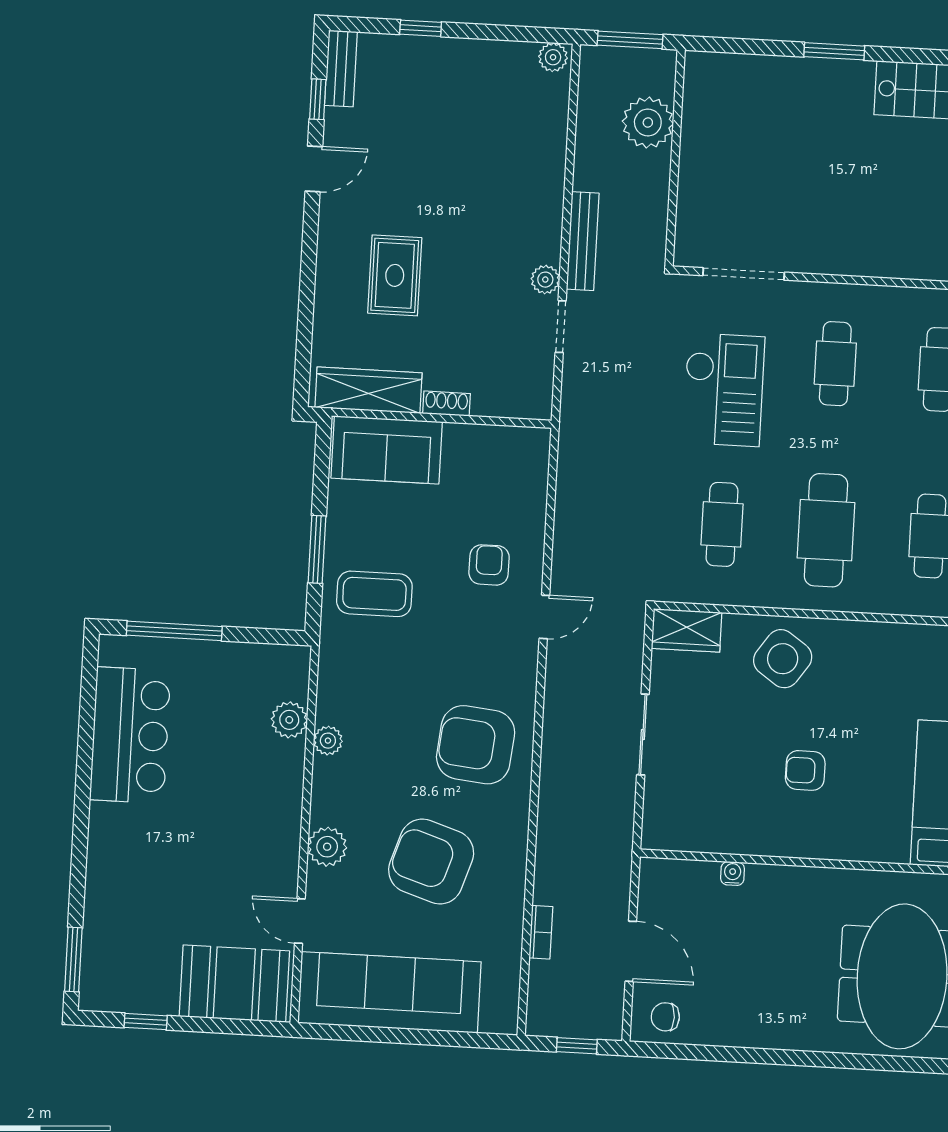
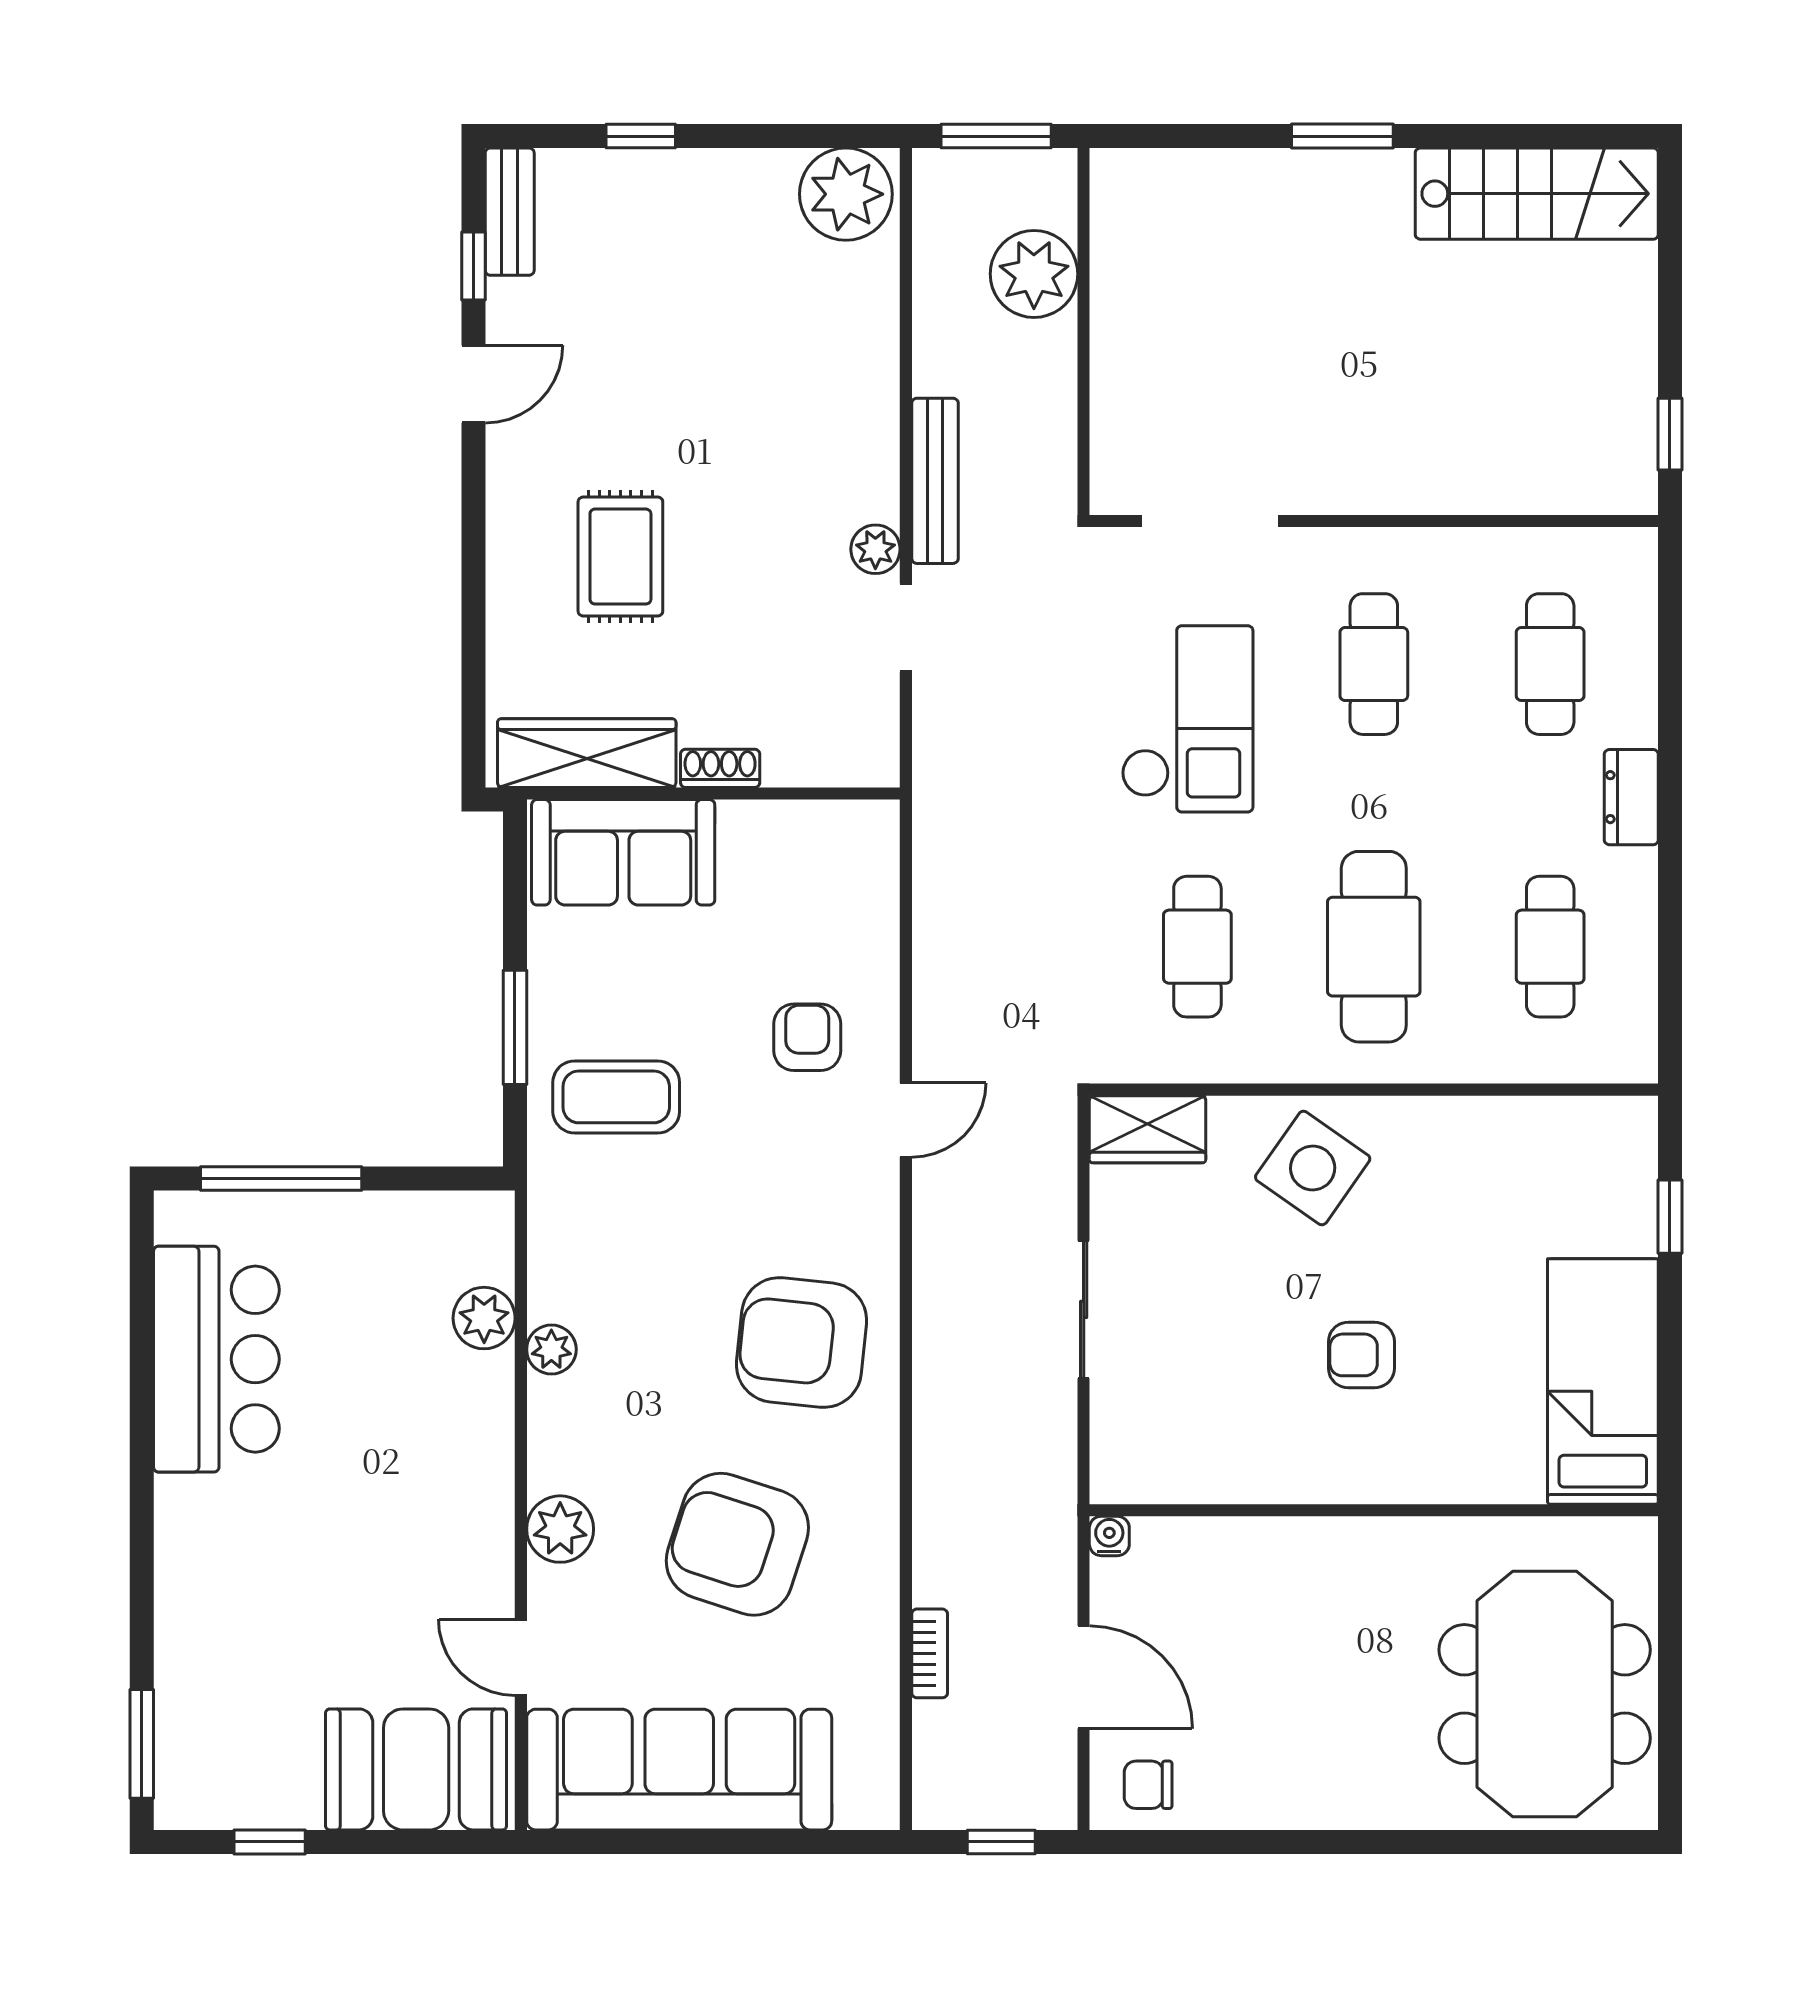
plant: (553, 57) -> (846, 194), width x1.87, depth x1.87
water cooler: (733, 873) -> (1109, 1536), moved

